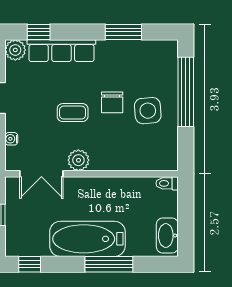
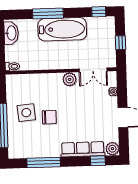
window: (123, 32) -> (44, 163), width x1.44
chair: (112, 102) -> (49, 117), turned 90
coffee table: (73, 113) -> (74, 110), removed
double door: (41, 174) -> (93, 70), swing flipped

